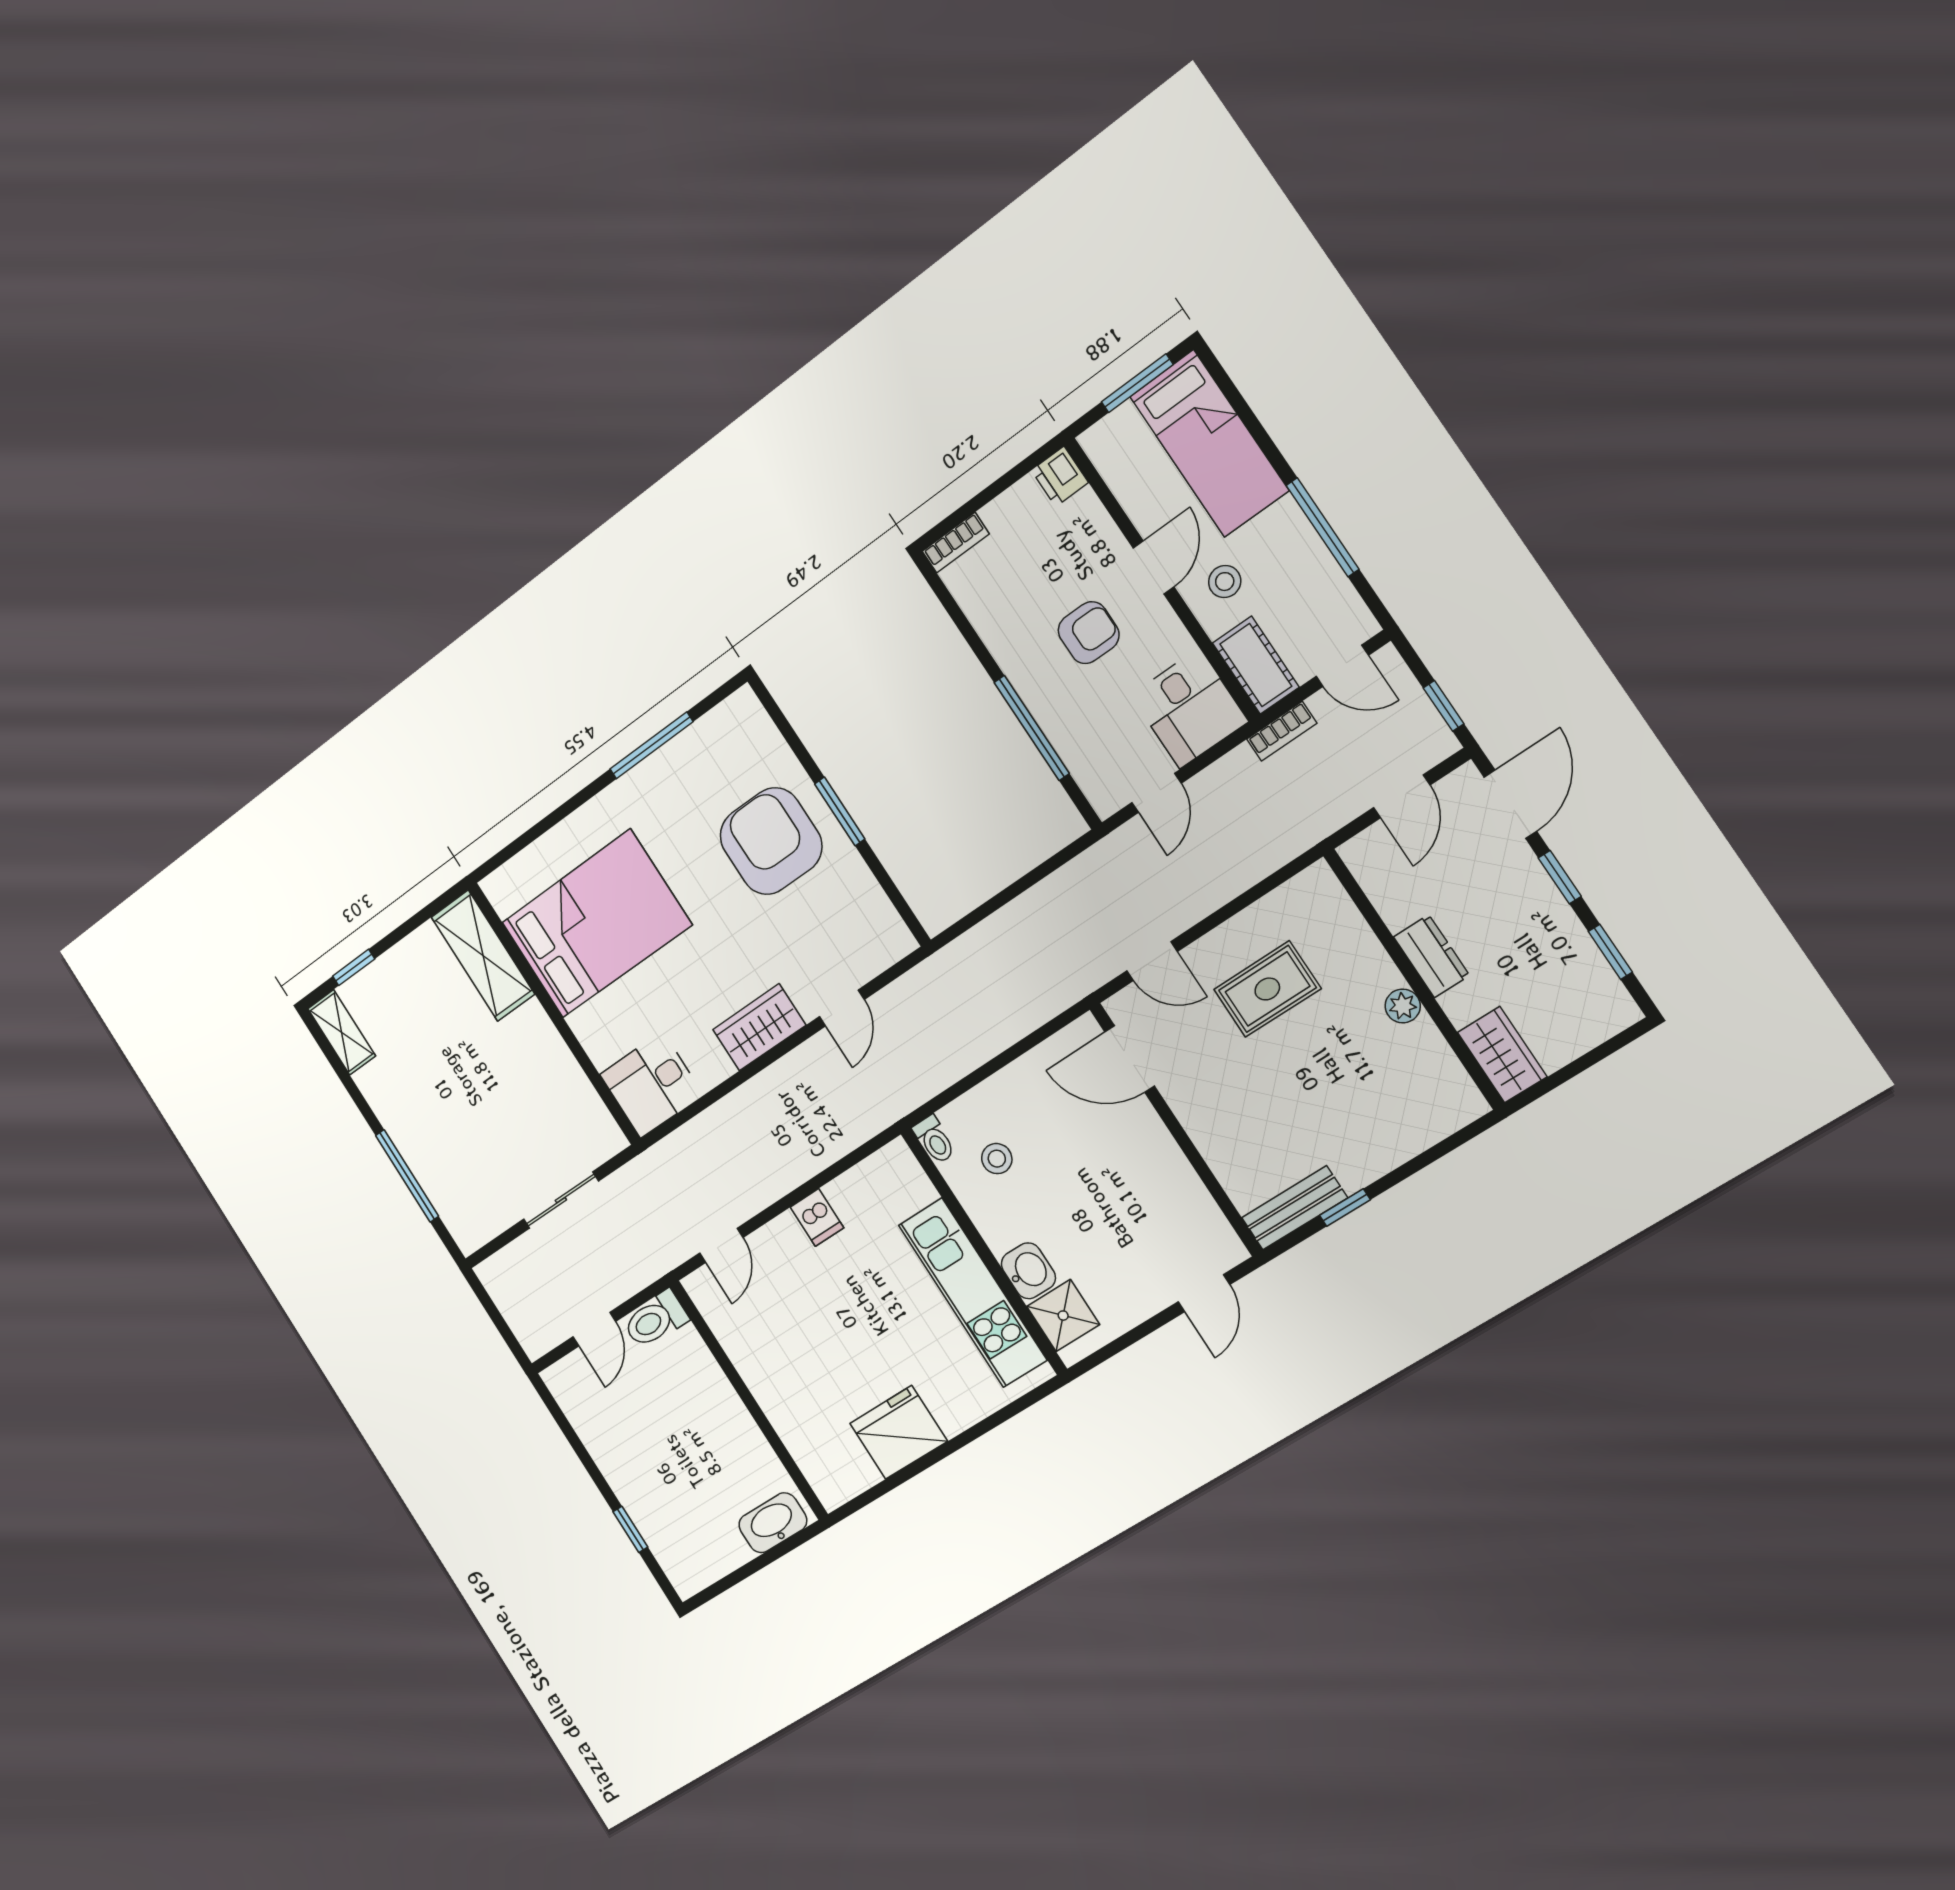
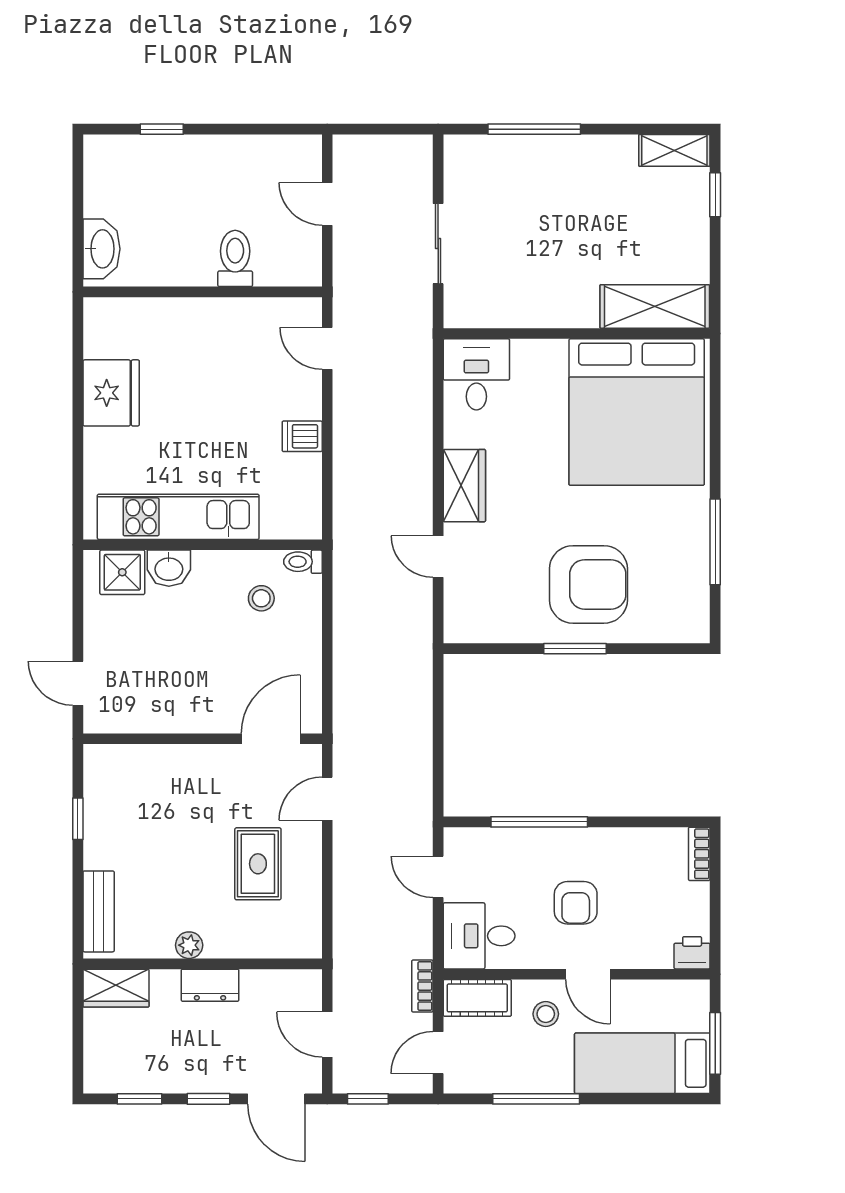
bed: (596, 924) -> (637, 412), width x1.36
bench: (1295, 1208) -> (99, 911), moved
toilet: (655, 1320) -> (235, 258), moved

